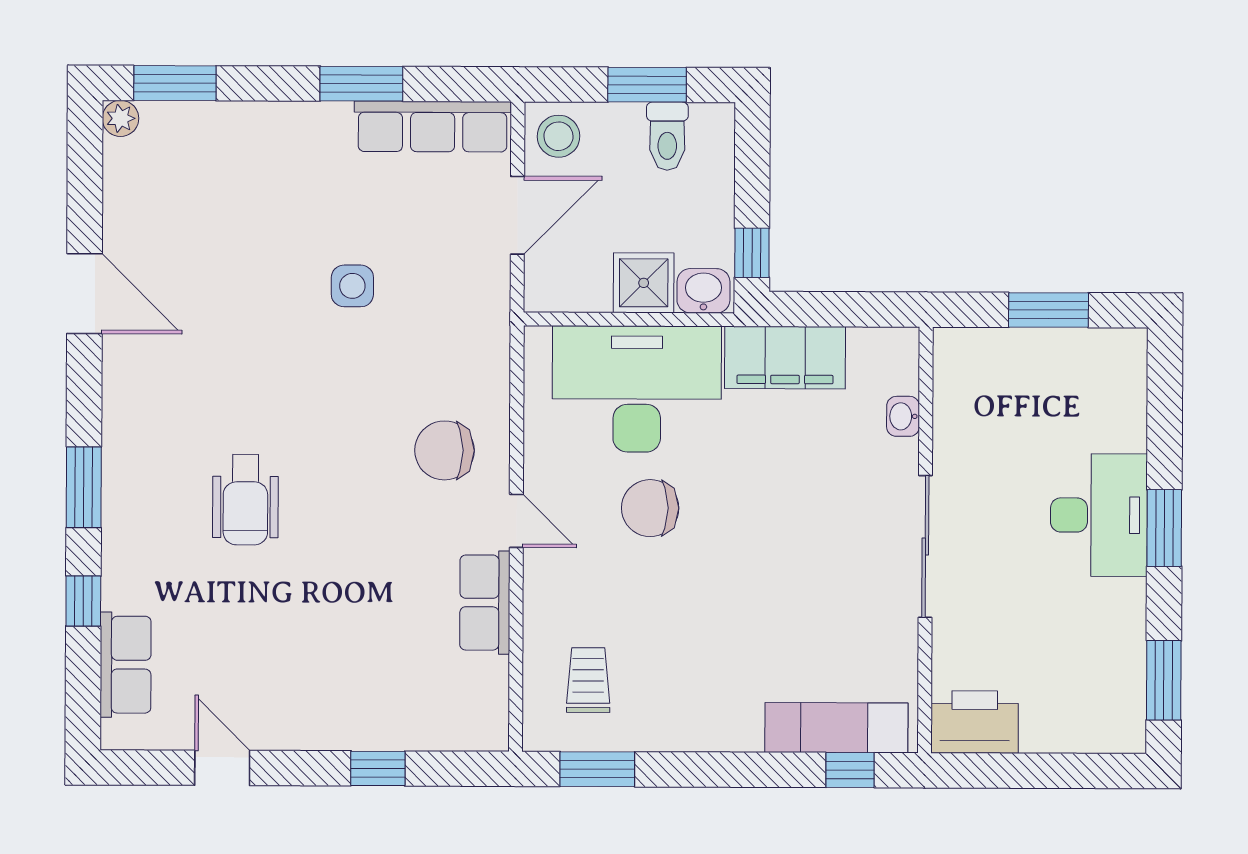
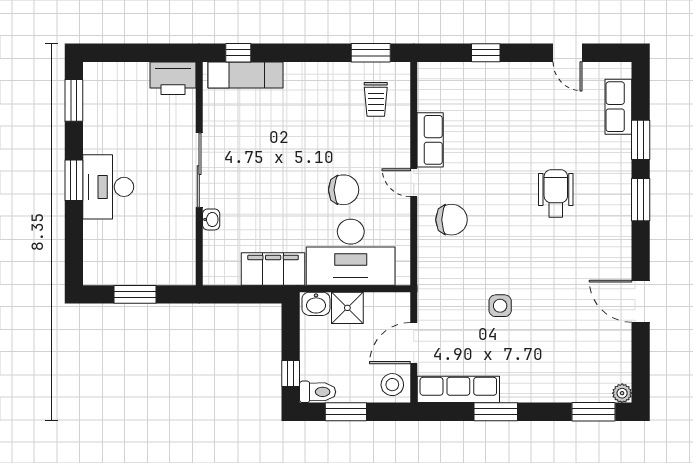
toilet: (667, 136) -> (318, 392), moved, turned 90
window: (752, 253) -> (291, 373), moved
washbasin: (903, 416) -> (211, 219), moved
window: (83, 601) -> (641, 140), width x1.50

